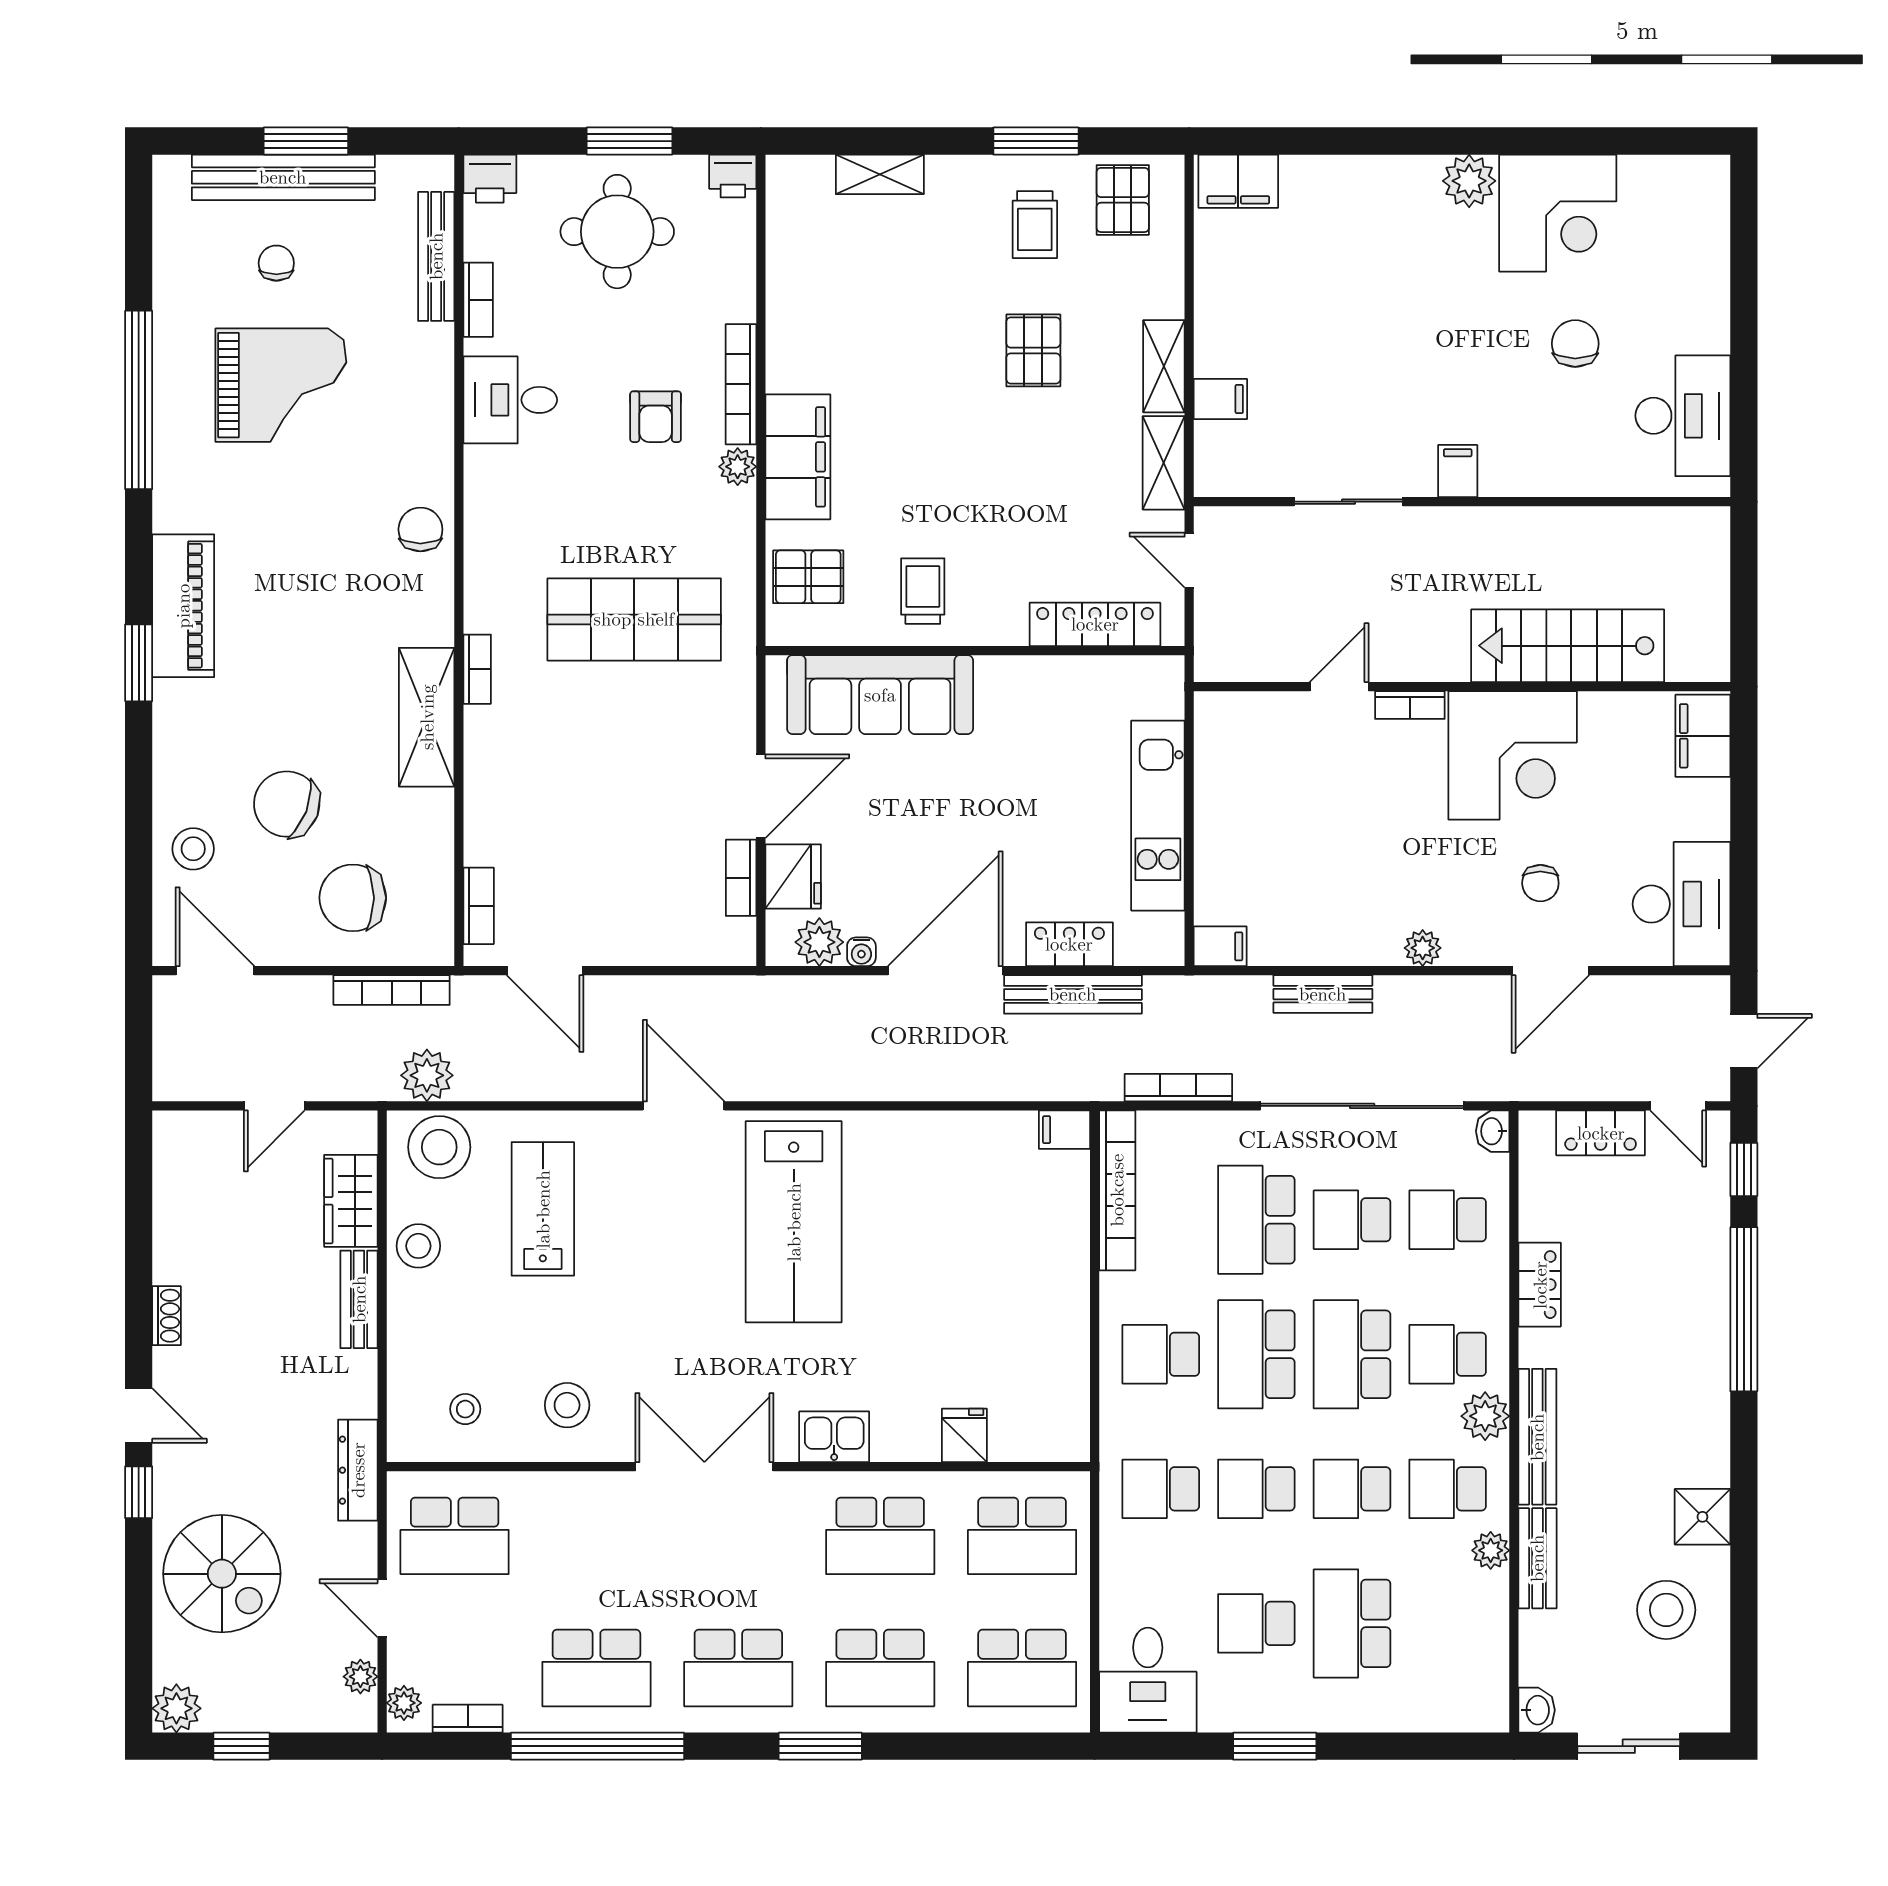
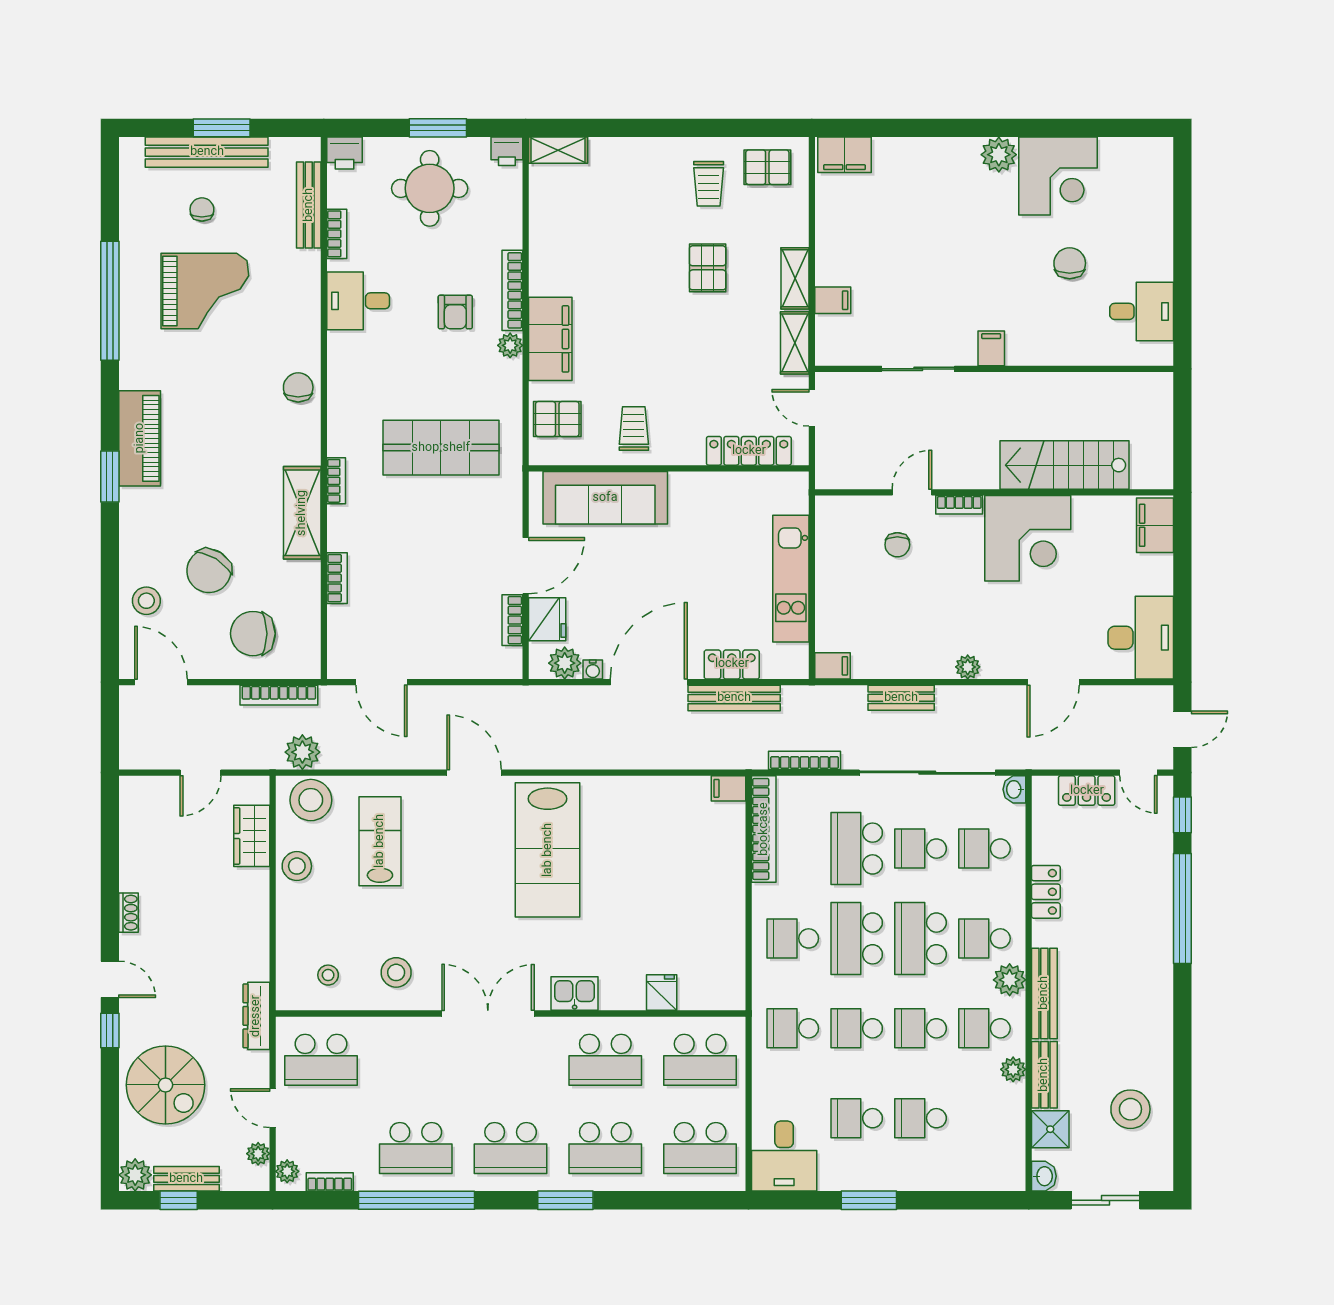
window: (1036, 141) -> (709, 128), removed
shelving: (880, 174) -> (558, 150), moved
pallet: (1123, 200) -> (767, 167), turned 90
desk: (1683, 416) -> (1142, 311), width x0.73
chair: (287, 804) -> (209, 571), turned -79
chair: (1540, 883) -> (897, 545), moved
bookcase: (479, 906) -> (337, 578), moved
bench: (359, 1299) -> (186, 1179), moved, turned 90
shower: (1702, 1517) -> (1050, 1129), moved
school desk: (1352, 1623) -> (921, 1118), width x0.54

